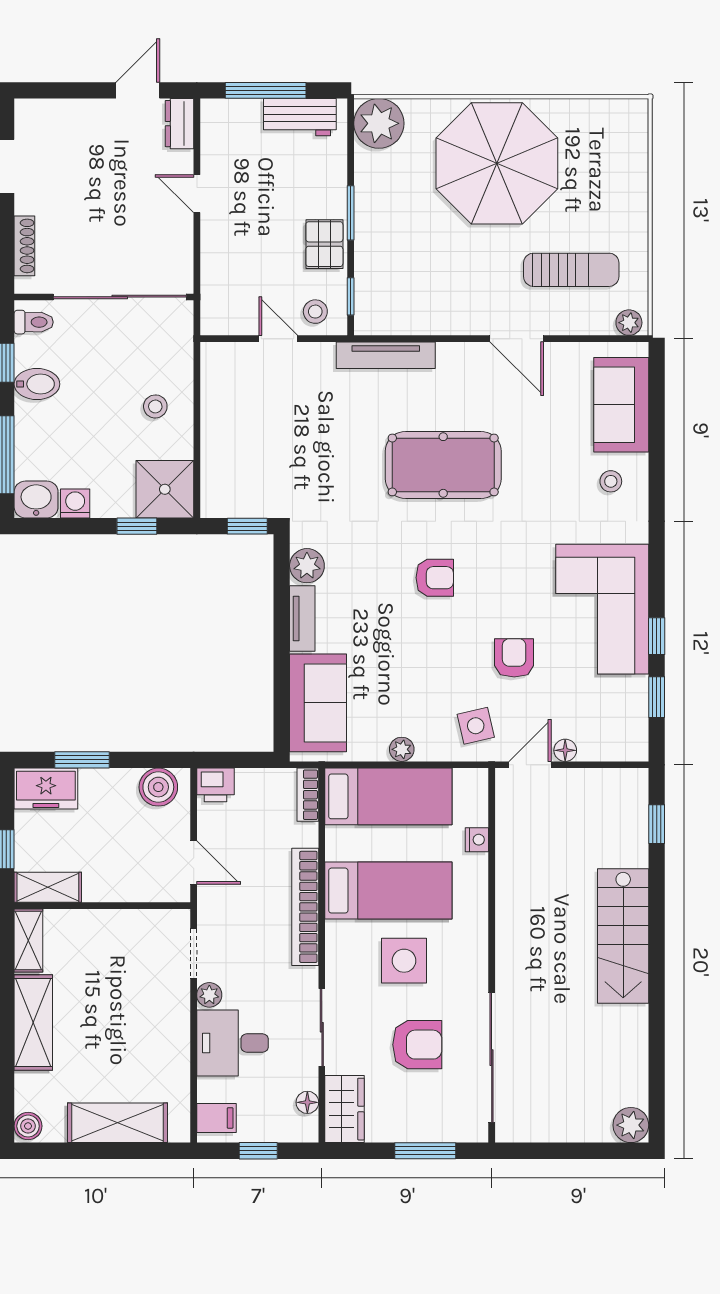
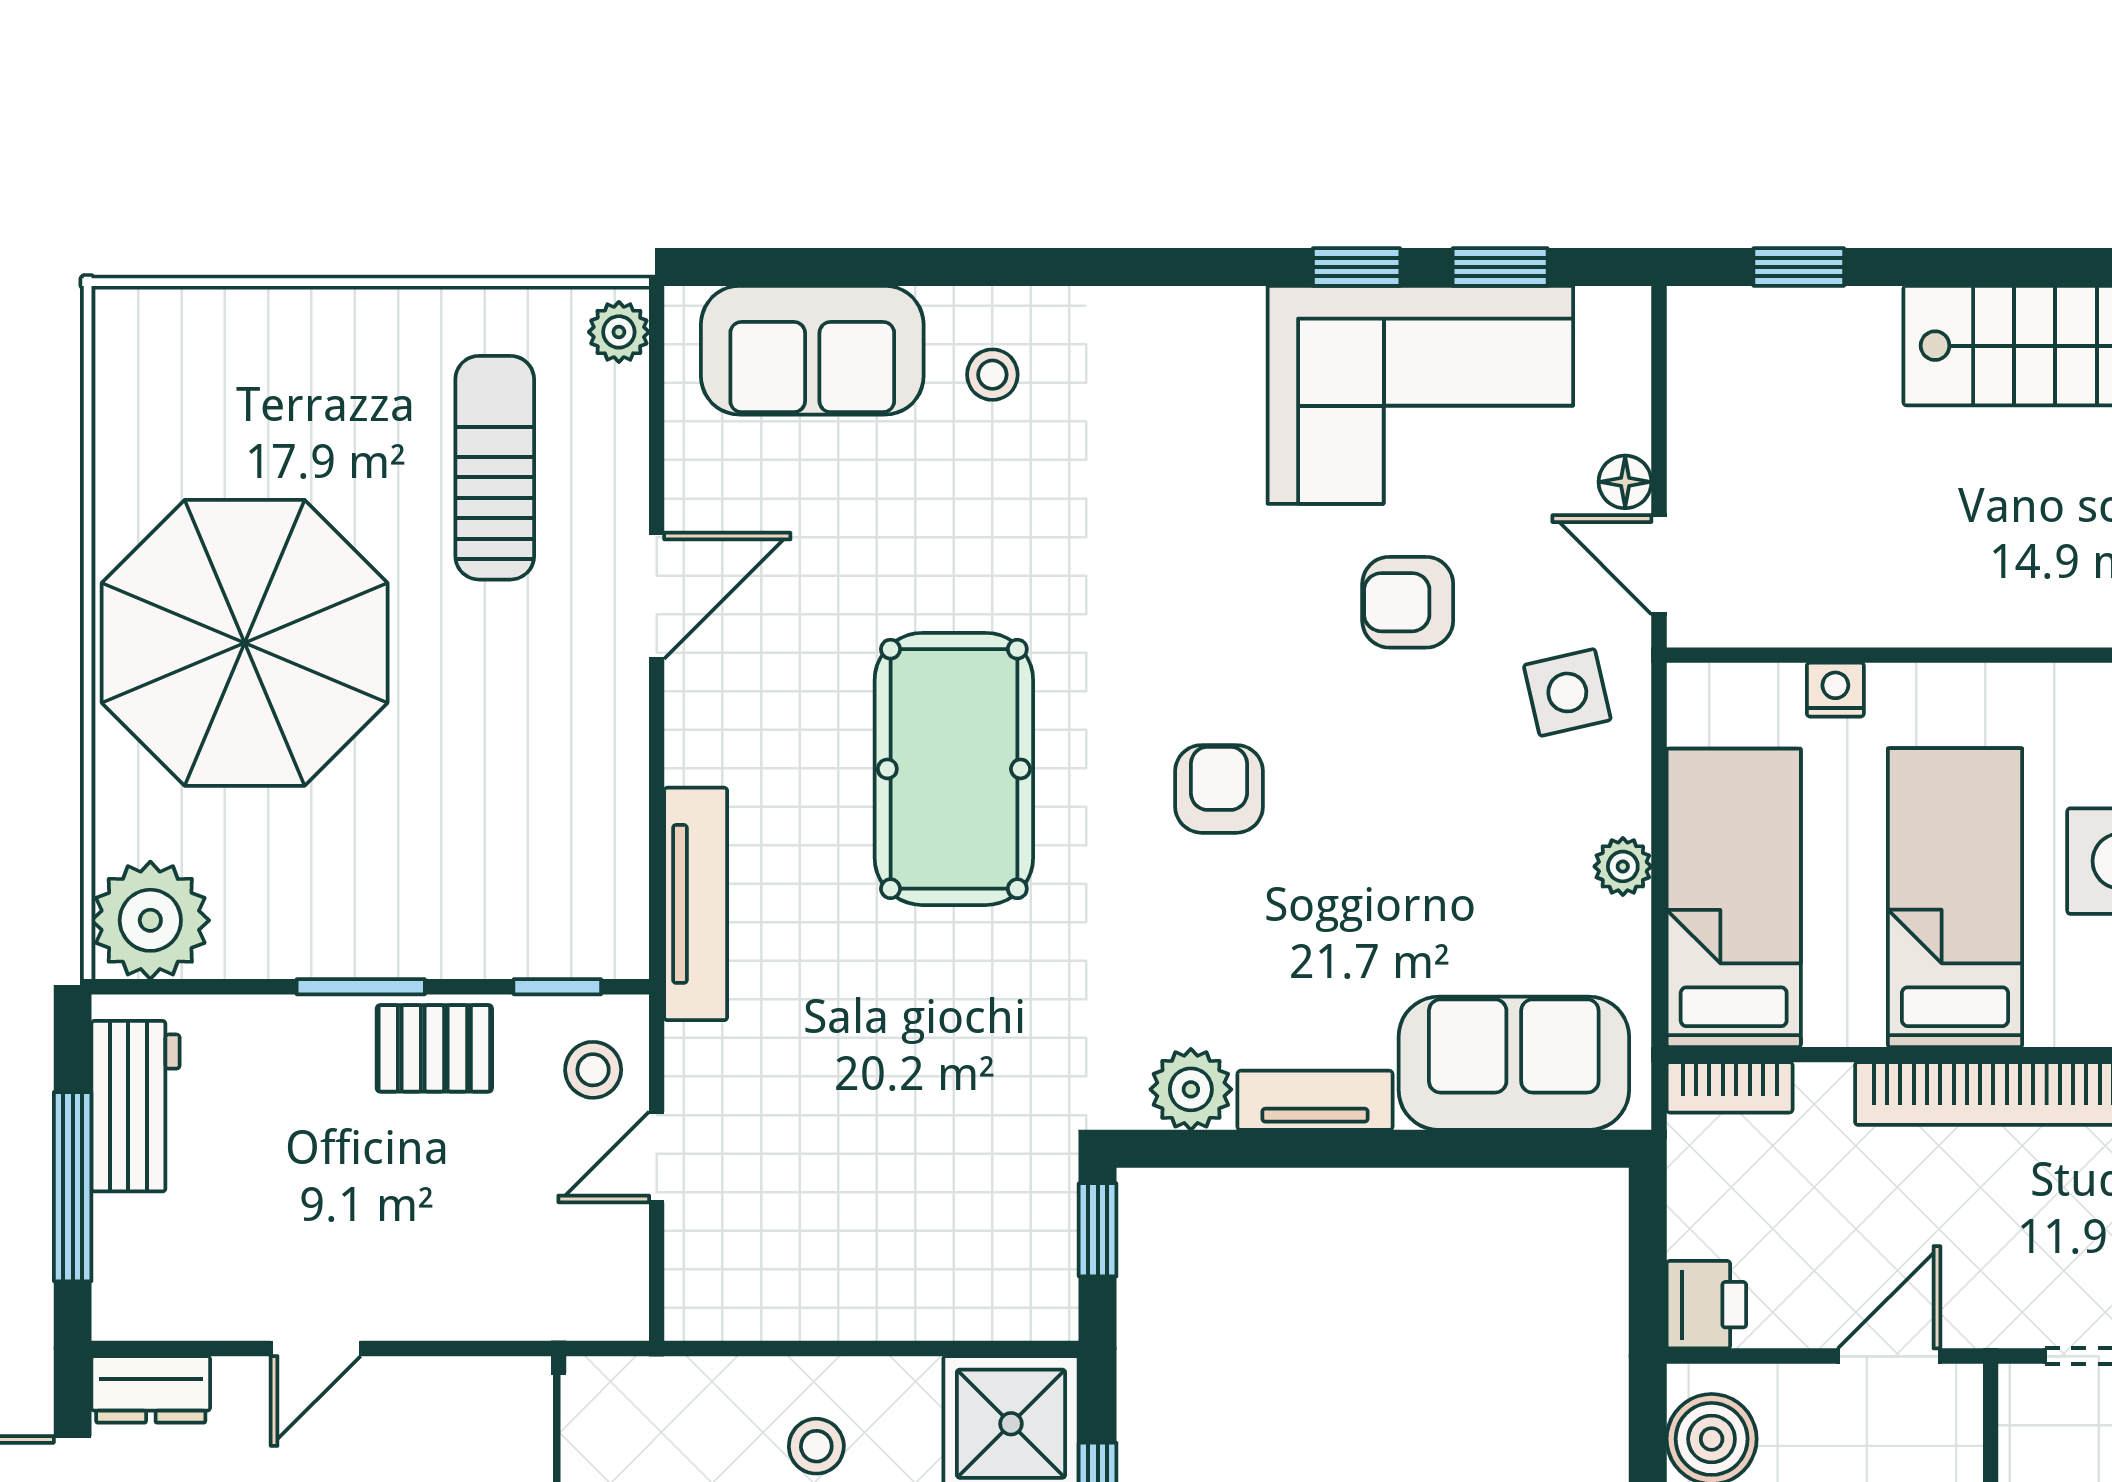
corner sofa: (602, 609) -> (1420, 395), moved

